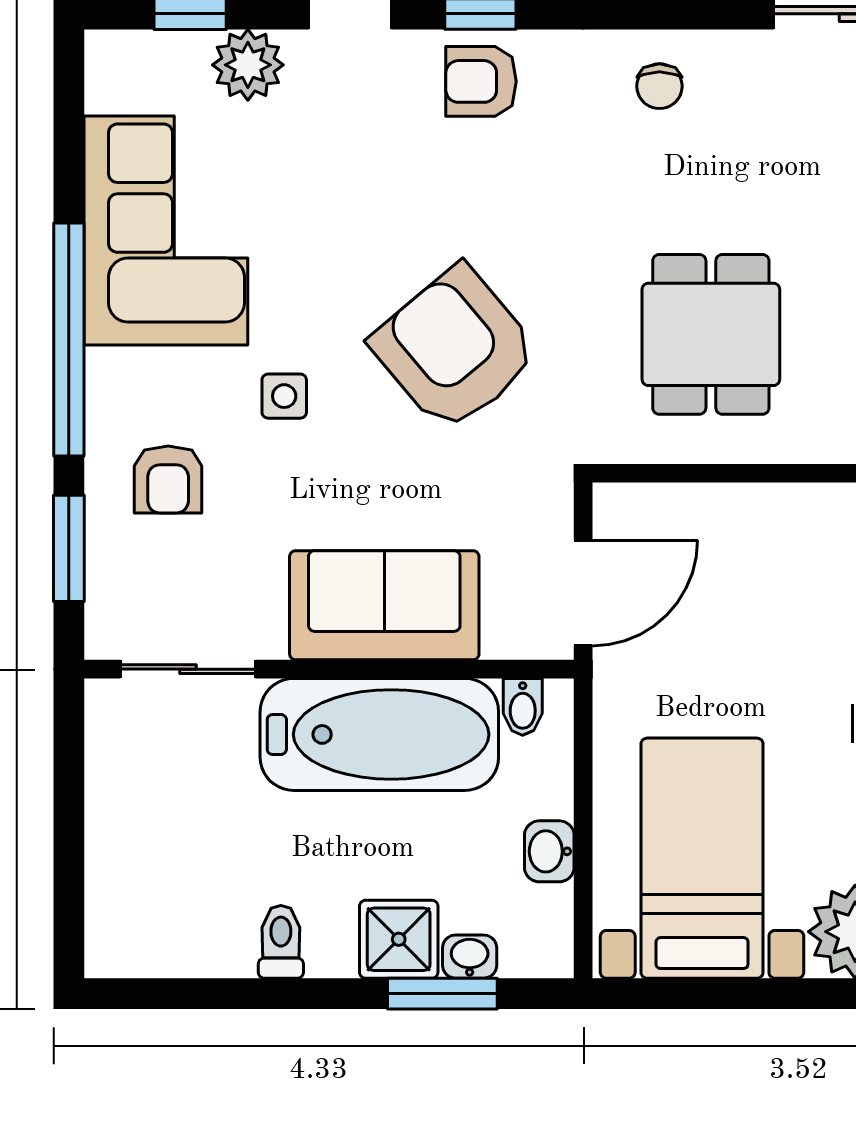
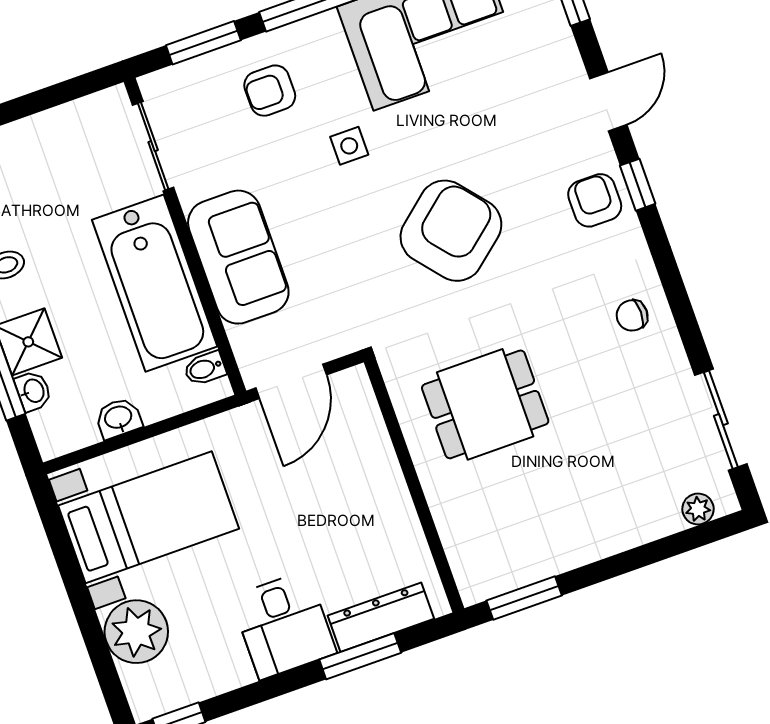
plant: (248, 65) -> (553, 48), removed
armchair: (455, 349) -> (451, 231), moved
door: (583, 593) -> (291, 381), hinge flipped

